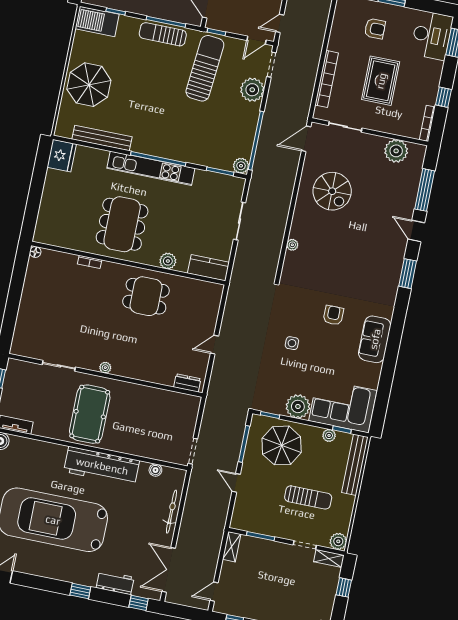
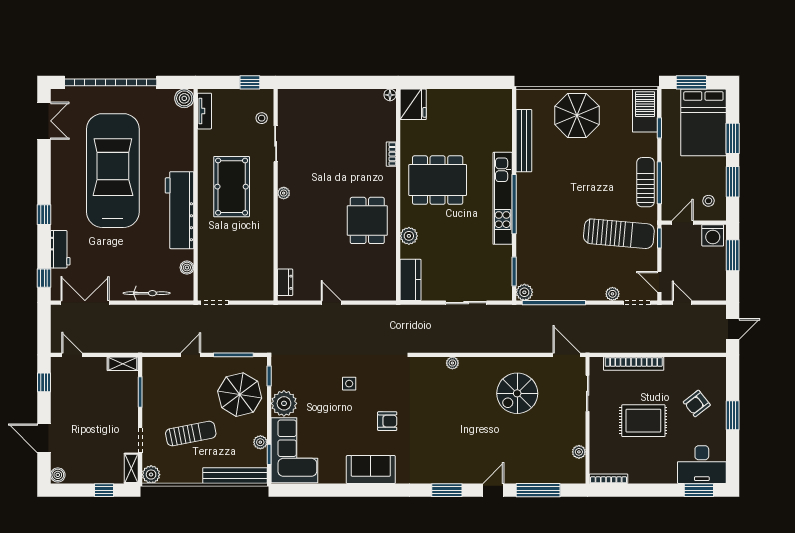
armchair: (375, 29) -> (697, 404), turned 52
plant: (252, 90) -> (612, 294), width x0.53, depth x0.53
window: (444, 97) -> (640, 490), removed
plant: (396, 151) -> (579, 452), width x0.53, depth x0.53
fridge: (62, 156) -> (413, 104), moved, turned -90
stool: (33, 374) -> (262, 118), added
pool table: (90, 414) -> (232, 187), turned 90
sun lounger: (308, 497) -> (191, 434), turned -101

